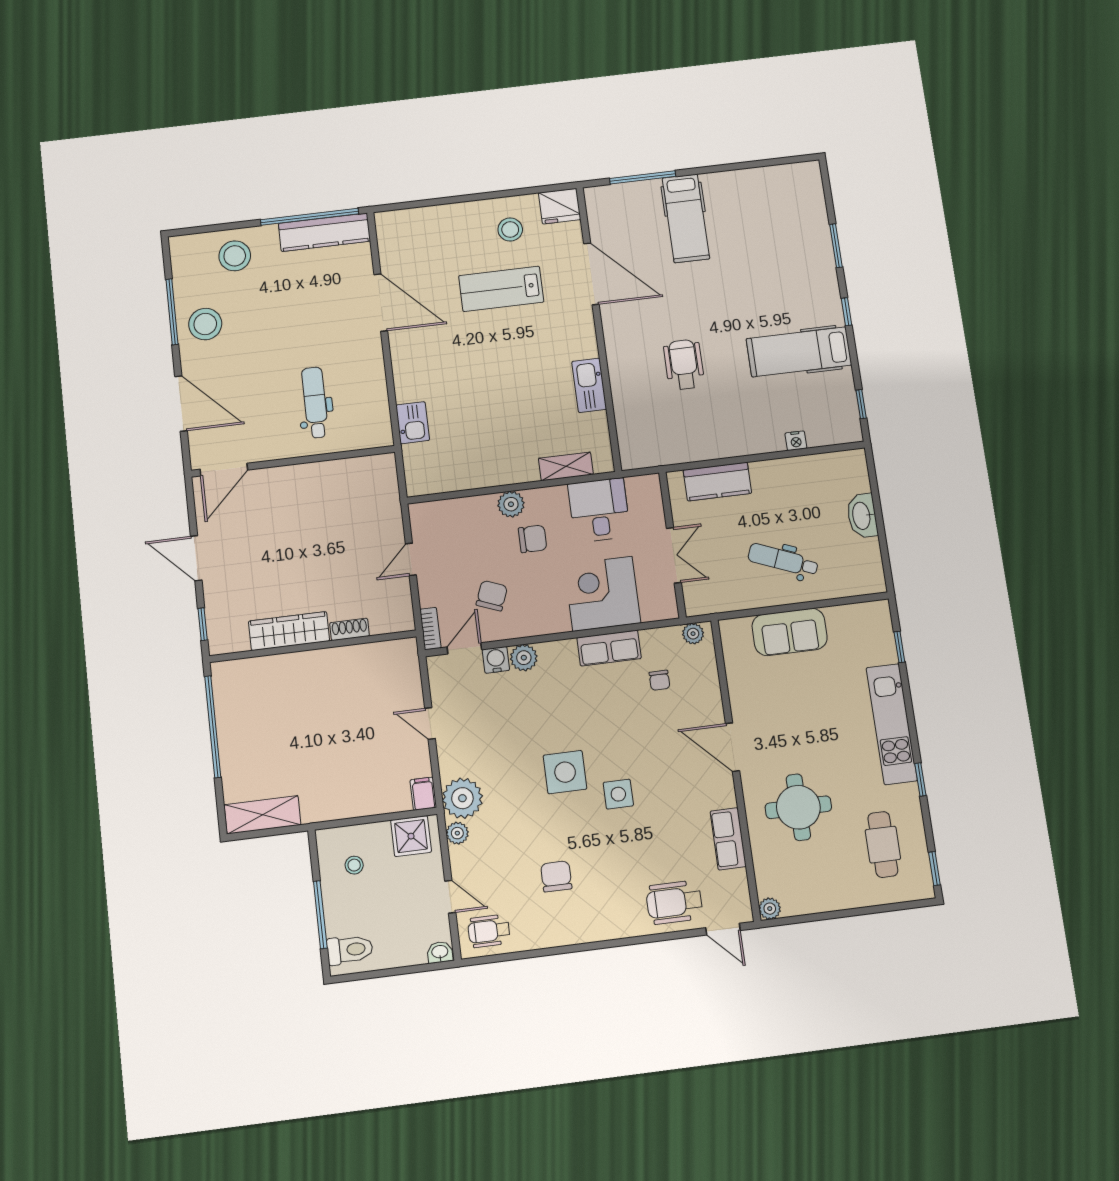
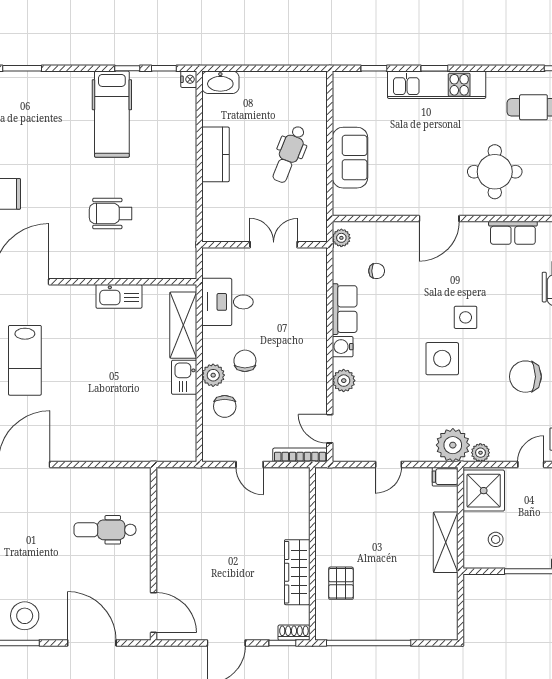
window: (846, 312) -> (127, 68), moved
door: (181, 404) -> (92, 643), hinge flipped
kitchen sink: (413, 423) -> (184, 377), moved, turned -90
nightstand: (796, 441) -> (189, 79), moved
shelving: (566, 466) -> (183, 325), width x1.50, depth x1.33
kitchen counter: (717, 482) -> (216, 154), moved
washbasin: (862, 516) -> (220, 82), moved
corner desk: (602, 594) -> (299, 309), removed
chair: (492, 596) -> (225, 406), moved, turned -111
shoe rack: (350, 629) -> (294, 633), moved, turned 90
bookcase: (430, 629) -> (300, 455), width x1.56
water cooler: (496, 660) -> (343, 347), moved
pallet: (281, 685) -> (341, 583), added
window: (920, 780) -> (434, 68), moved
shelving: (263, 815) -> (446, 542), moved
shower: (411, 836) -> (484, 491), width x1.36, depth x1.36
chair: (556, 876) -> (525, 377), width x1.37, depth x1.37

